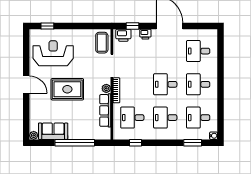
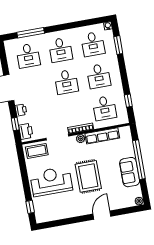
reception desk: (53, 53) -> (51, 181), moved, turned 90
window: (220, 58) -> (31, 33), added
door: (26, 85) -> (102, 215), moved
sofa: (53, 131) -> (130, 172), moved

